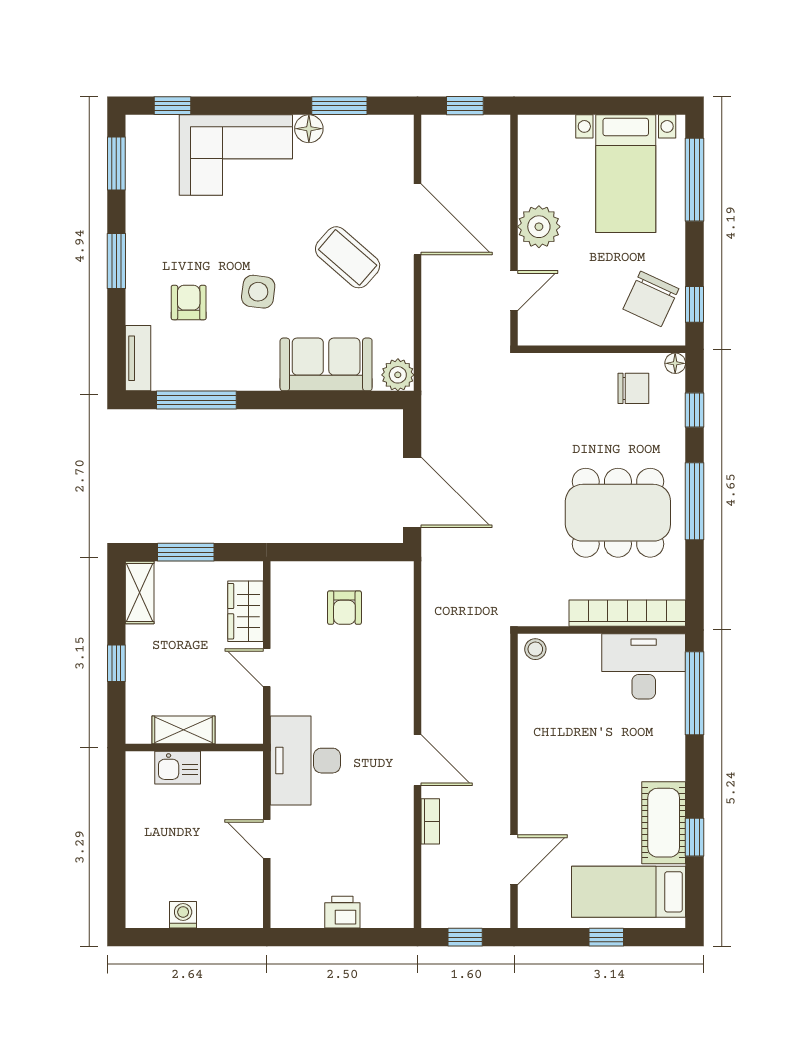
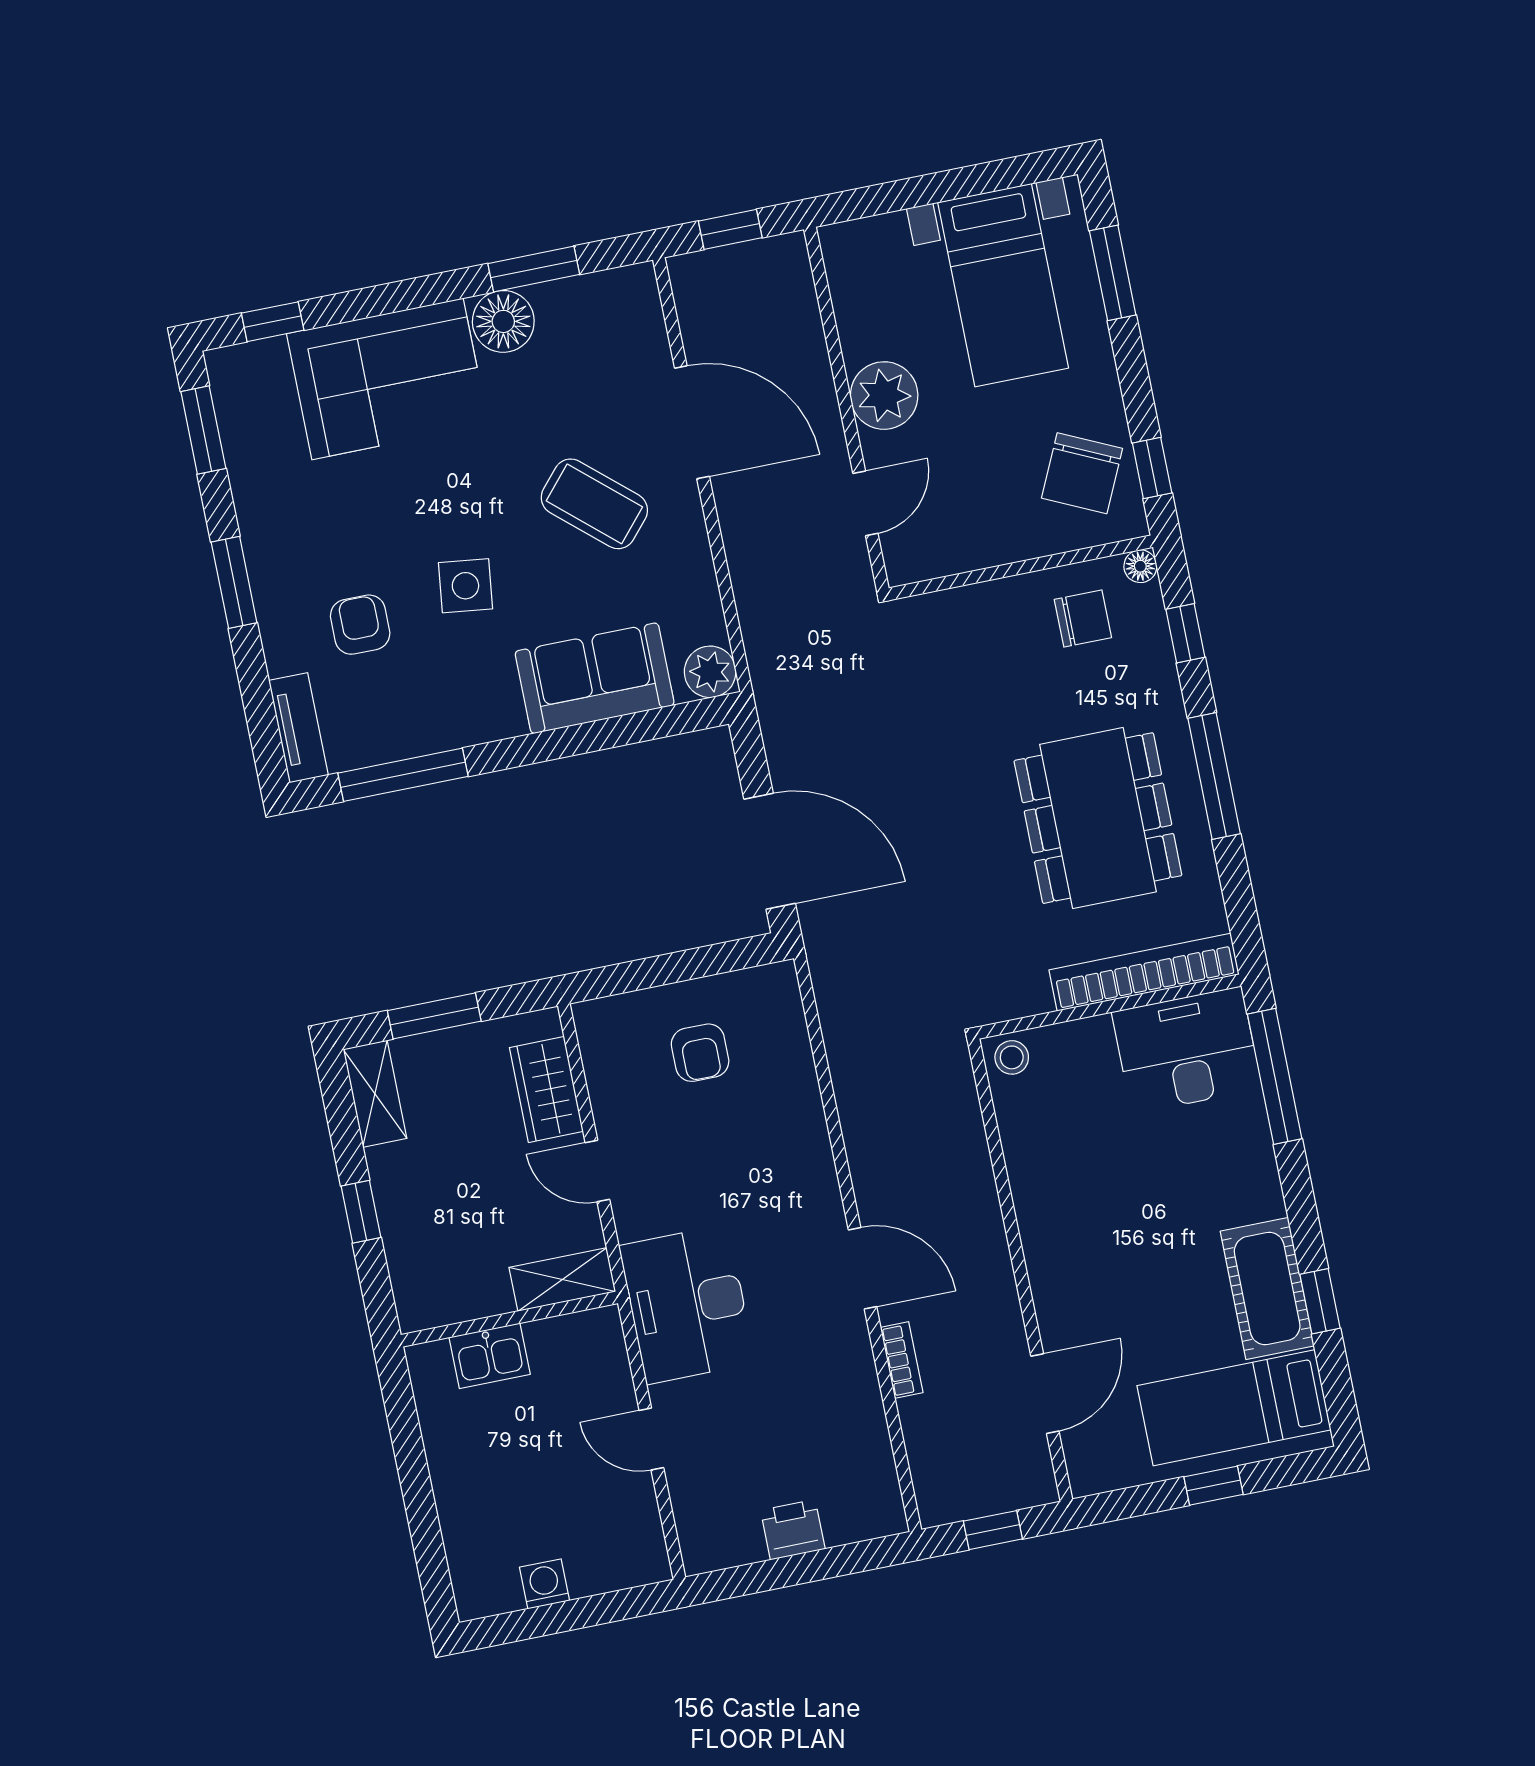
floor lamp: (309, 129) -> (503, 321), width x1.38, depth x1.38
window: (695, 180) -> (1113, 273), width x0.69
dining table: (618, 513) -> (1098, 818), turned 90
shelving: (184, 730) -> (562, 1280), moved

